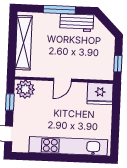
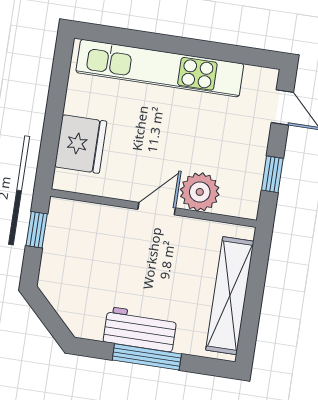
workbench: (77, 23) -> (140, 329), moved
plant: (25, 89) -> (200, 192), moved
fridge: (100, 94) -> (81, 144), moved, turned 90

